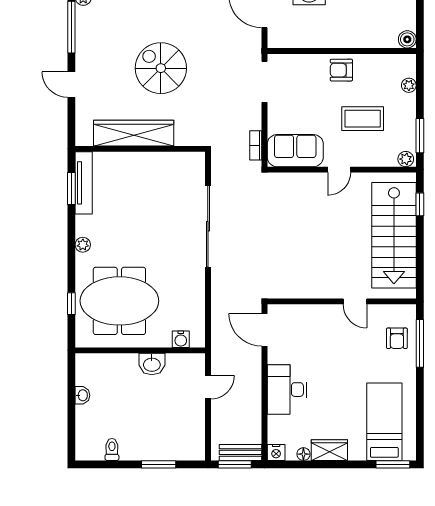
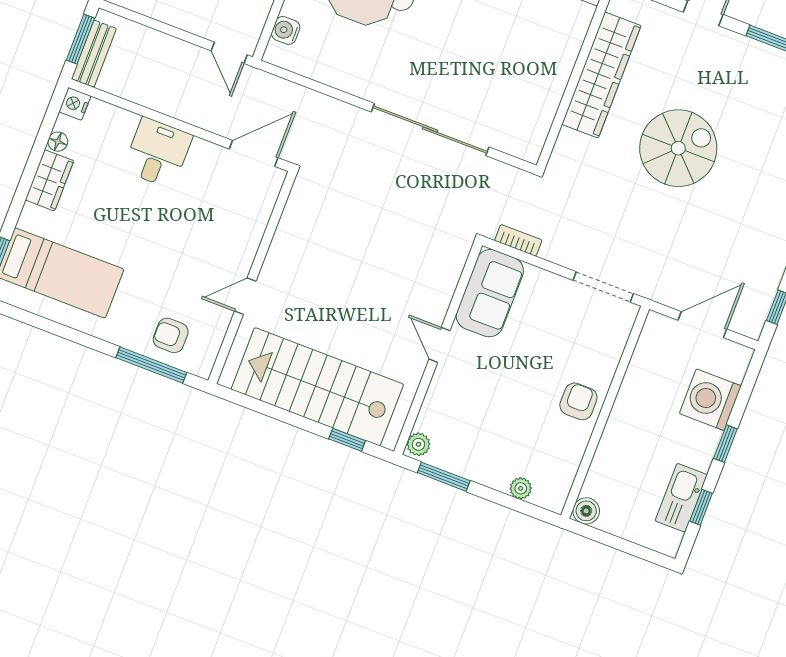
coffee table: (363, 119) -> (499, 405), removed
door: (208, 387) -> (229, 53), moved
desk: (287, 390) -> (158, 153), width x0.73

